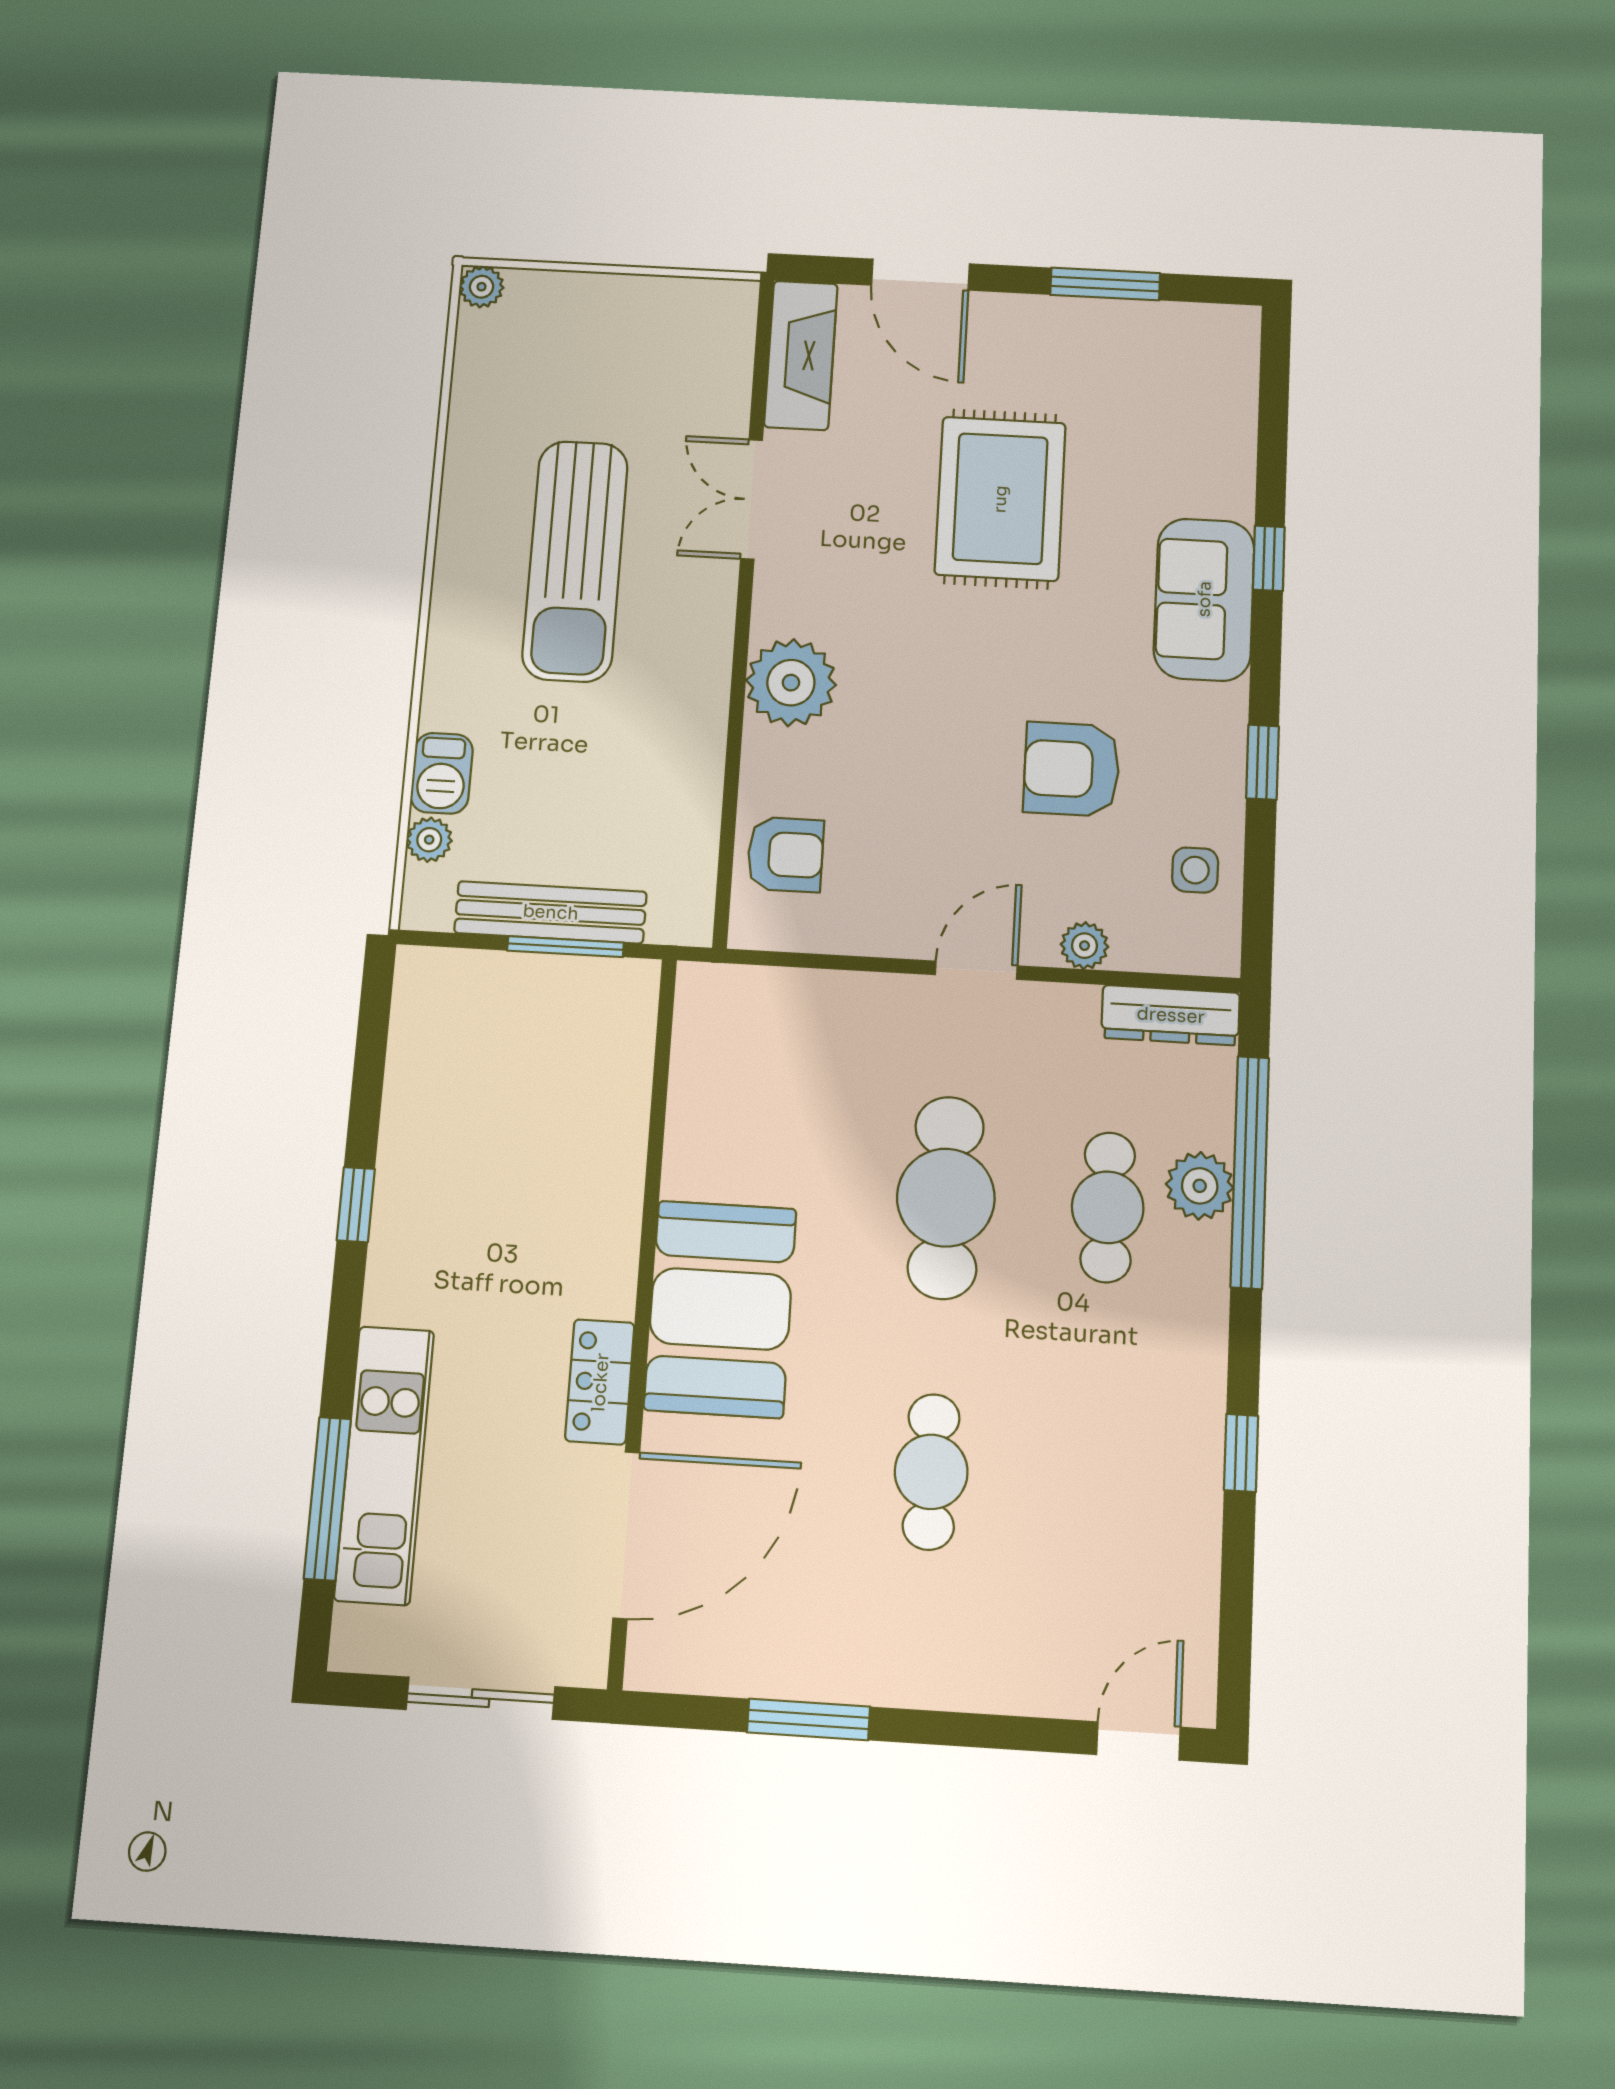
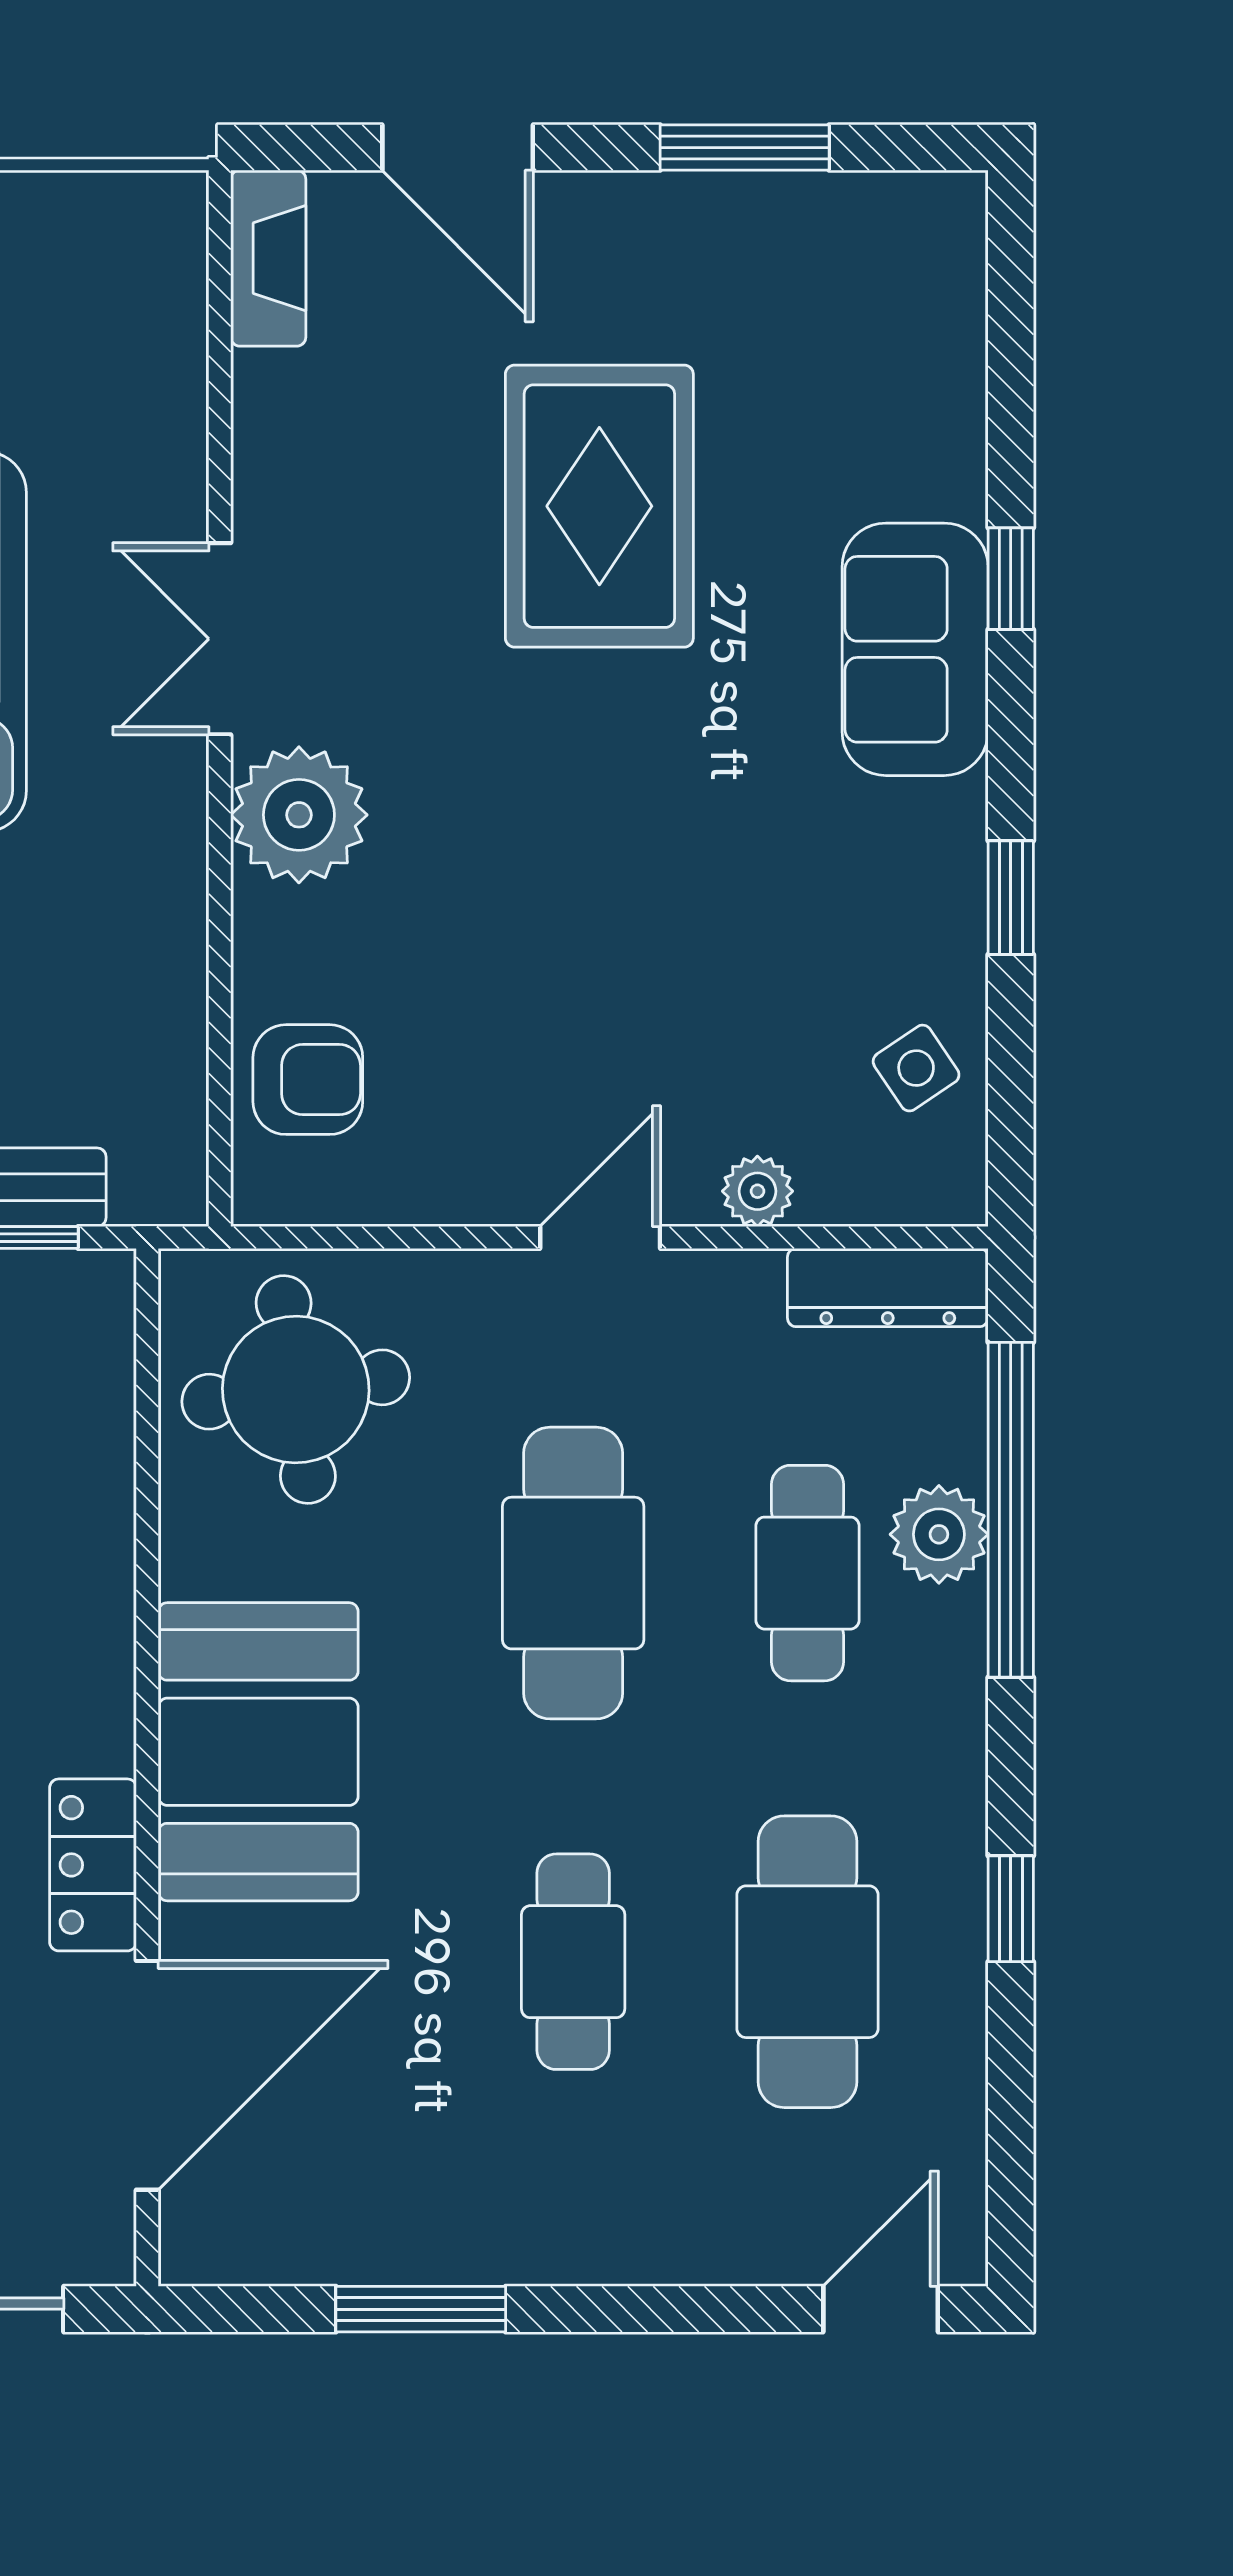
fireplace: (801, 355) -> (268, 258), width x0.73, depth x0.76
double door: (751, 499) -> (220, 639), moved
armchair: (1072, 769) -> (727, 925), removed
side table: (1195, 870) -> (916, 1068), turned -34
round table: (763, 1061) -> (296, 1389), added
cafe table: (1096, 1482) -> (808, 1962), added

